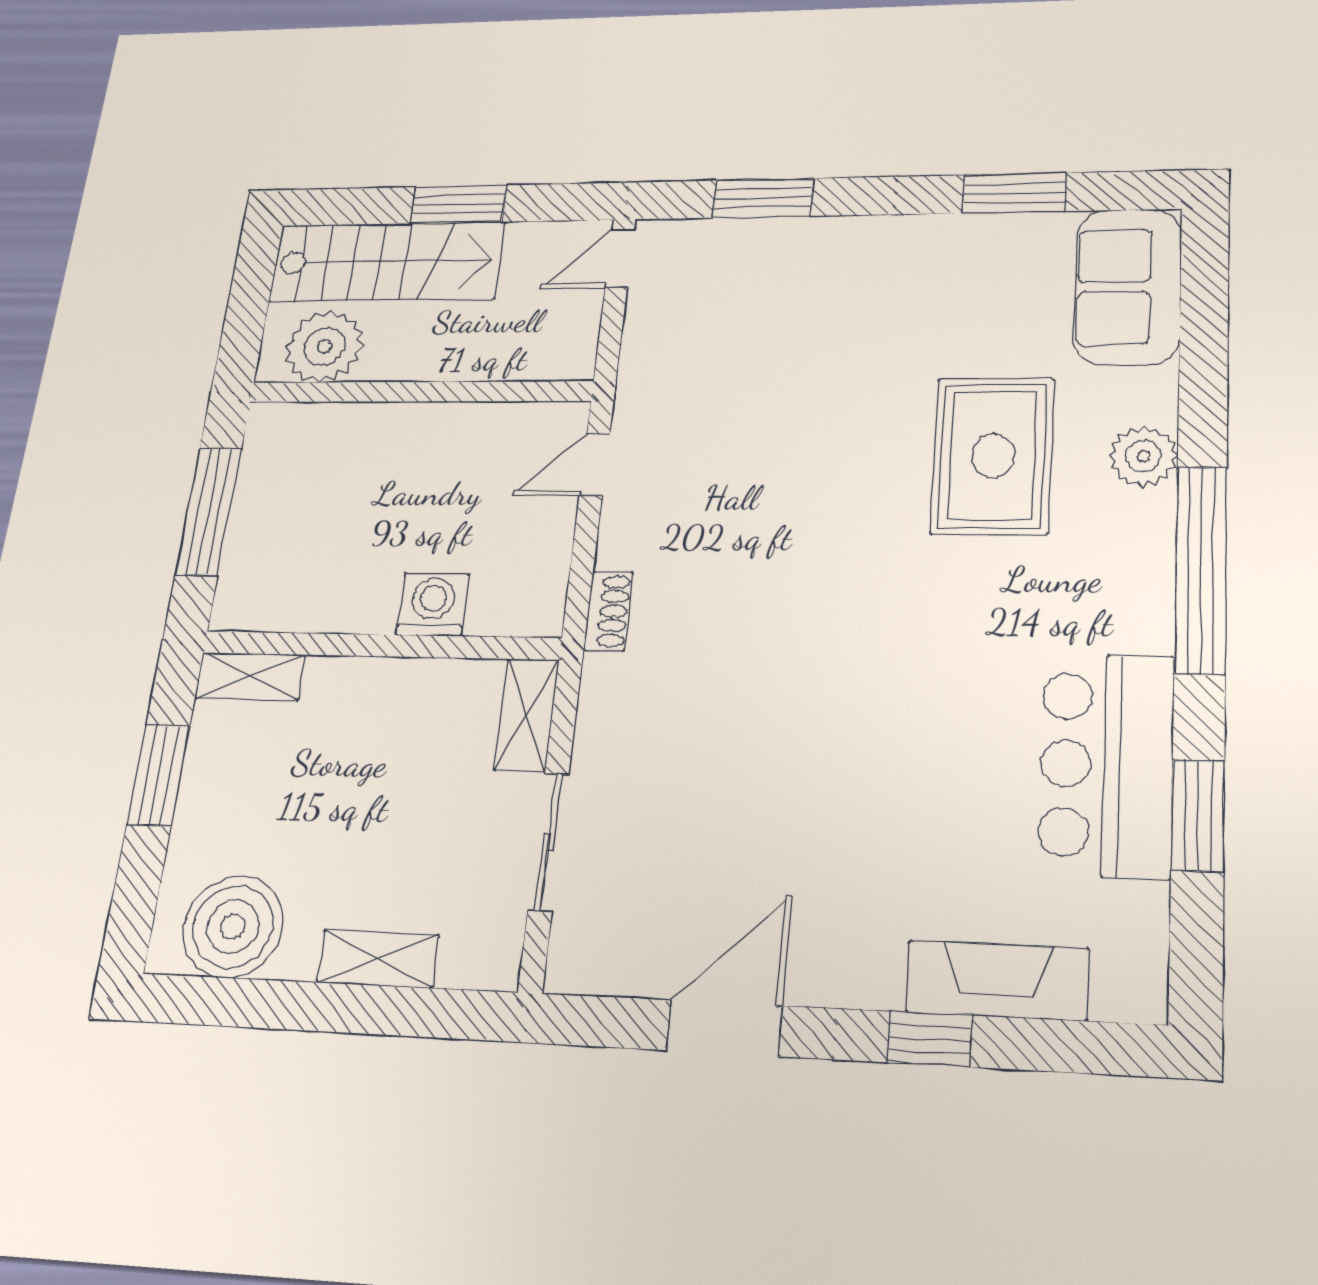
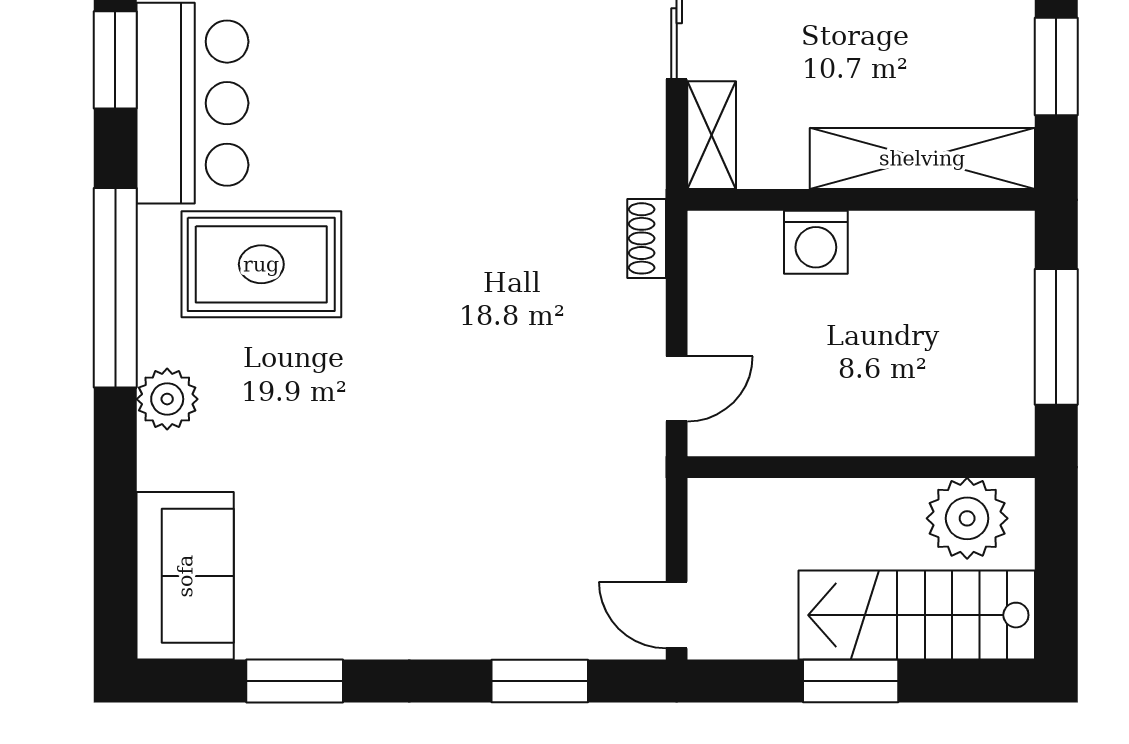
door: (620, 258) -> (677, 615), swing flipped
rug: (993, 456) -> (261, 264), moved, turned 90
shelving: (250, 676) -> (922, 158), width x2.20, depth x1.33

